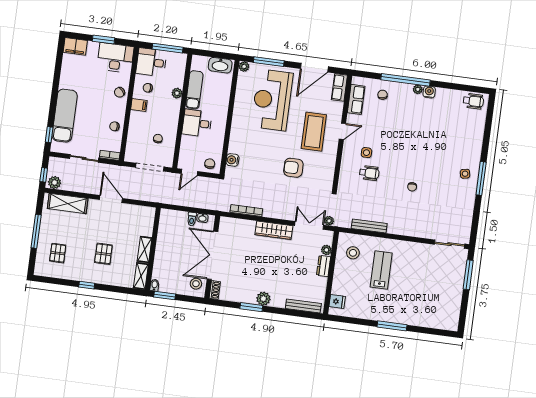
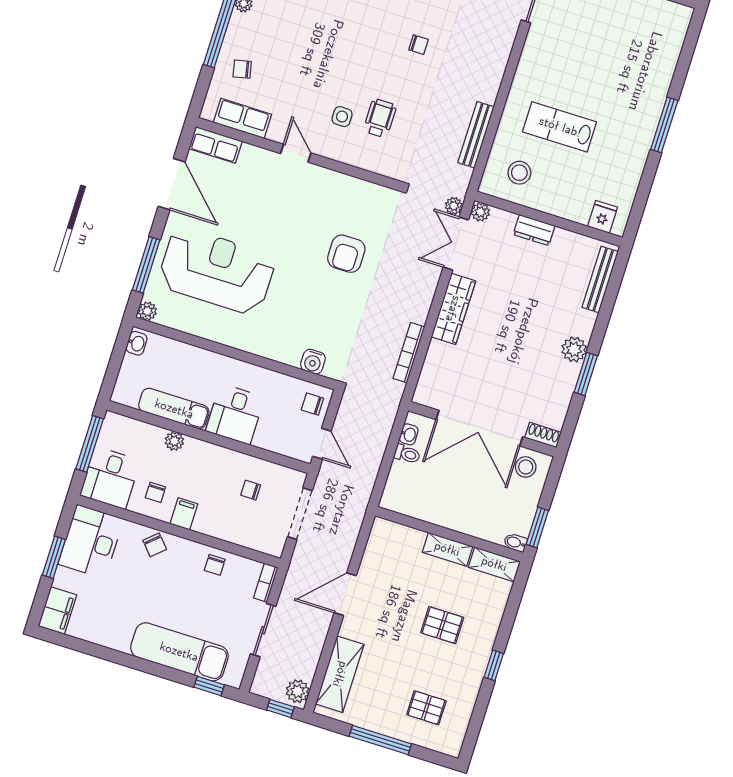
washbasin: (220, 65) -> (137, 343), width x0.52, depth x0.69
reception desk: (272, 100) -> (217, 271), turned 180
coffee table: (314, 132) -> (287, 205), removed
plant: (326, 250) -> (480, 212), moved

